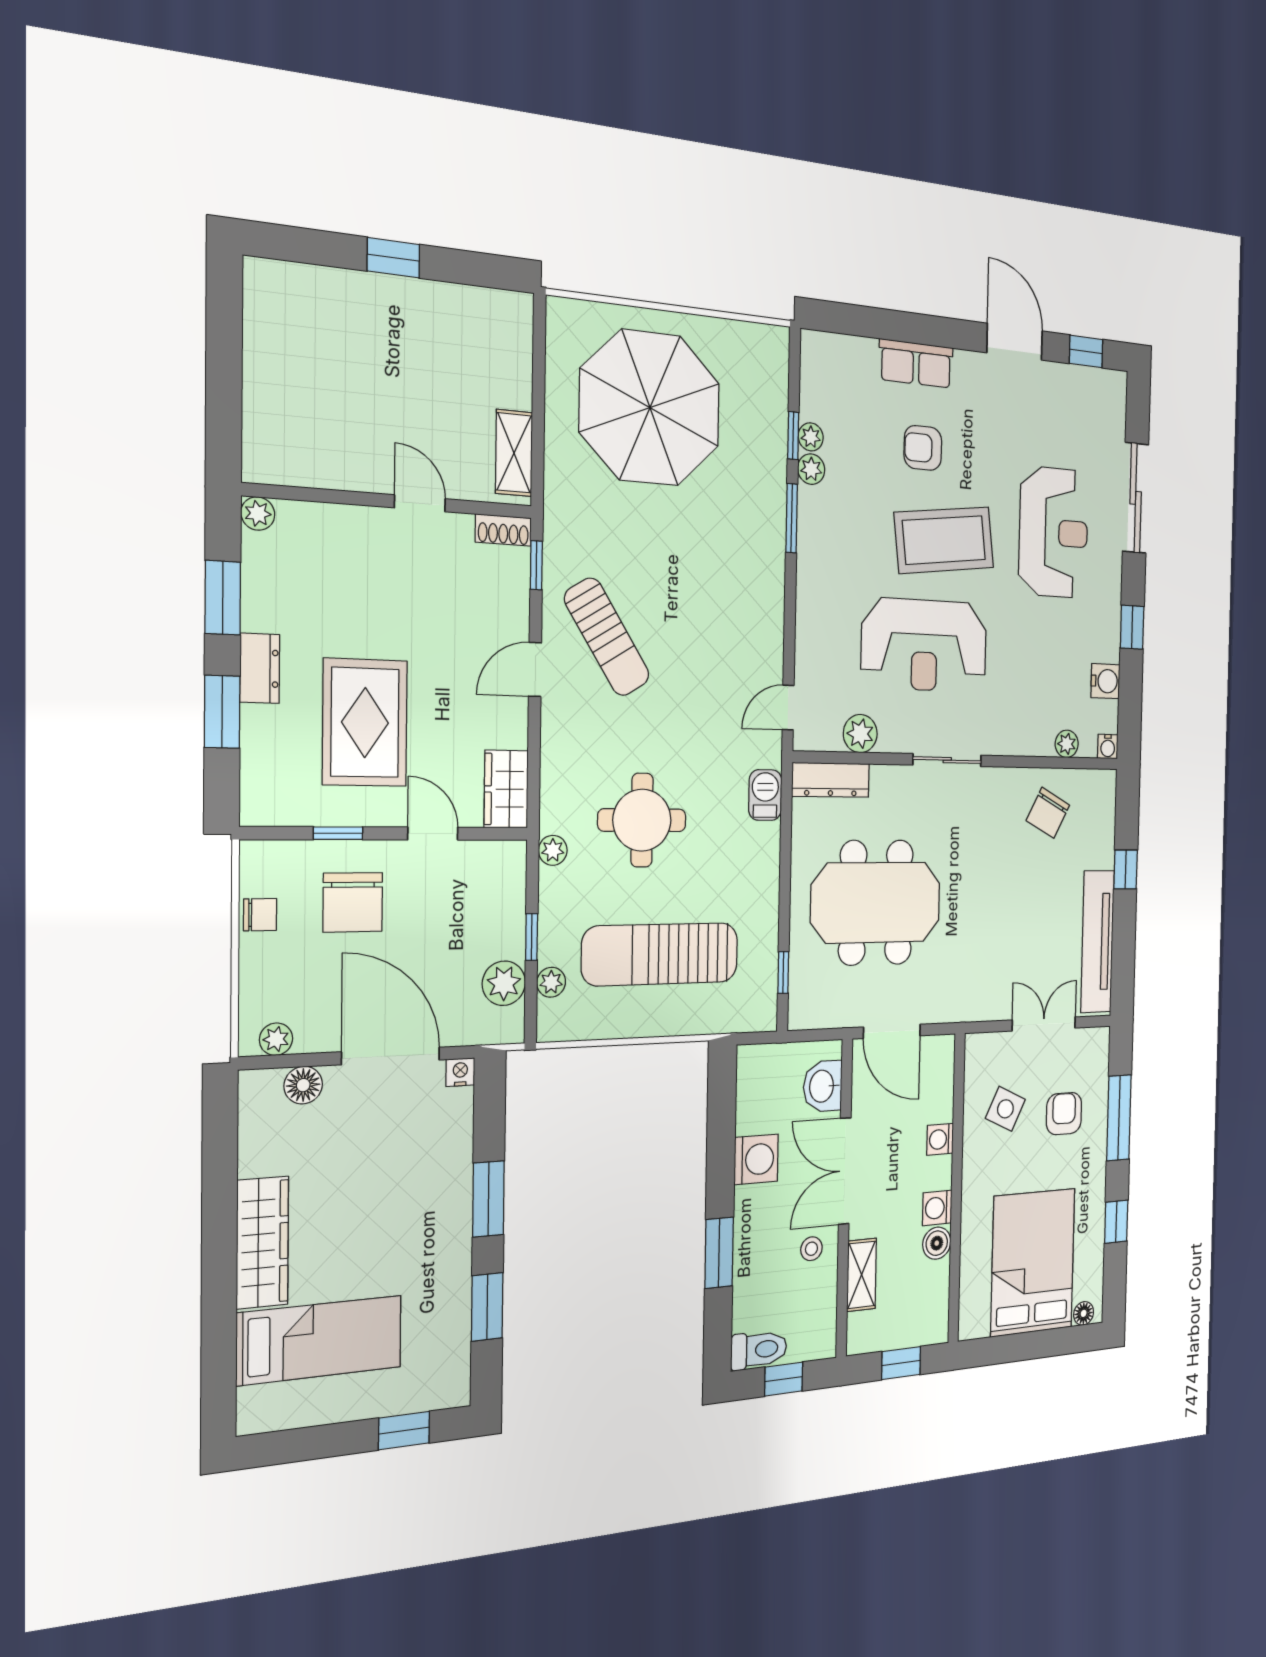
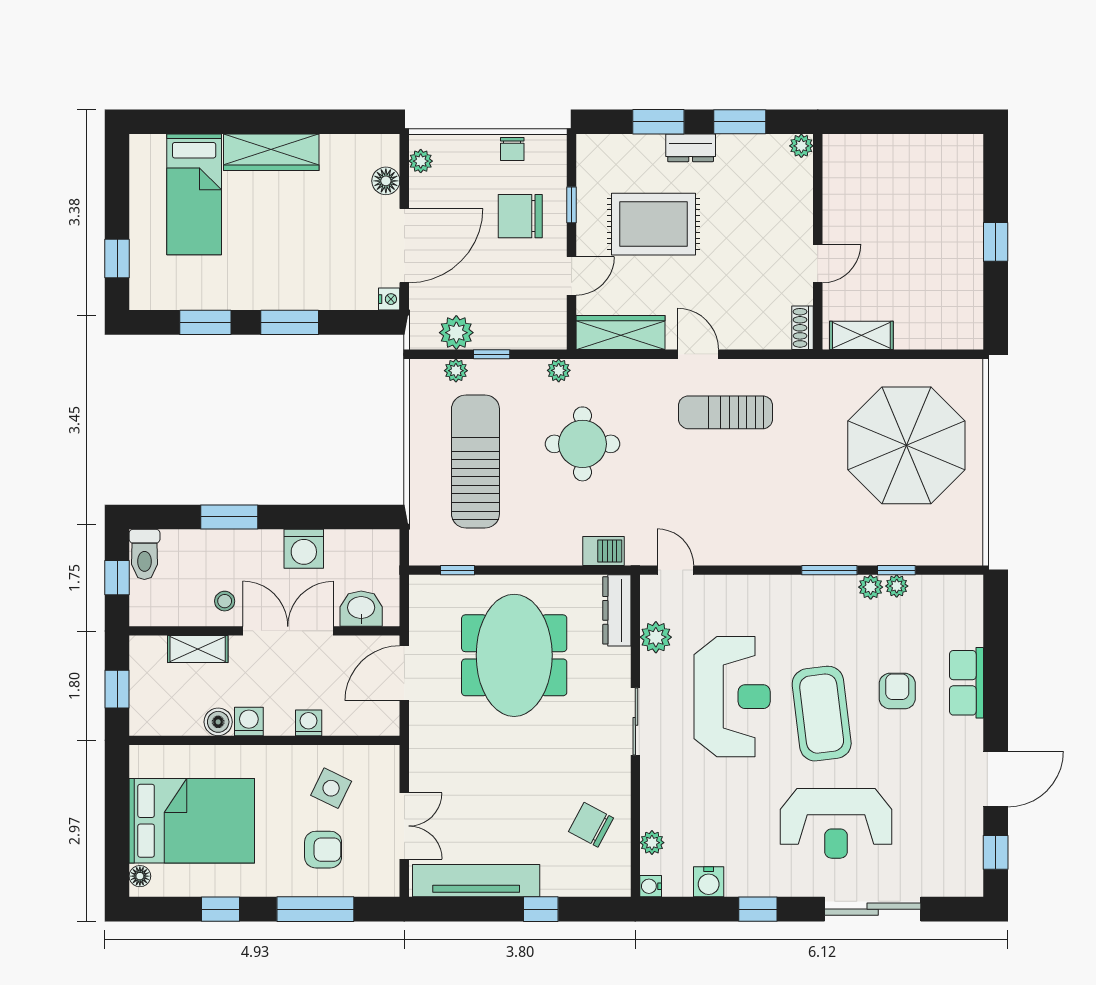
window: (536, 565) -> (778, 354), removed
sun lounger: (607, 637) -> (726, 412), turned 32
reception desk: (924, 645) -> (732, 697), turned 180
wardrobe: (506, 789) -> (620, 333), width x1.50

